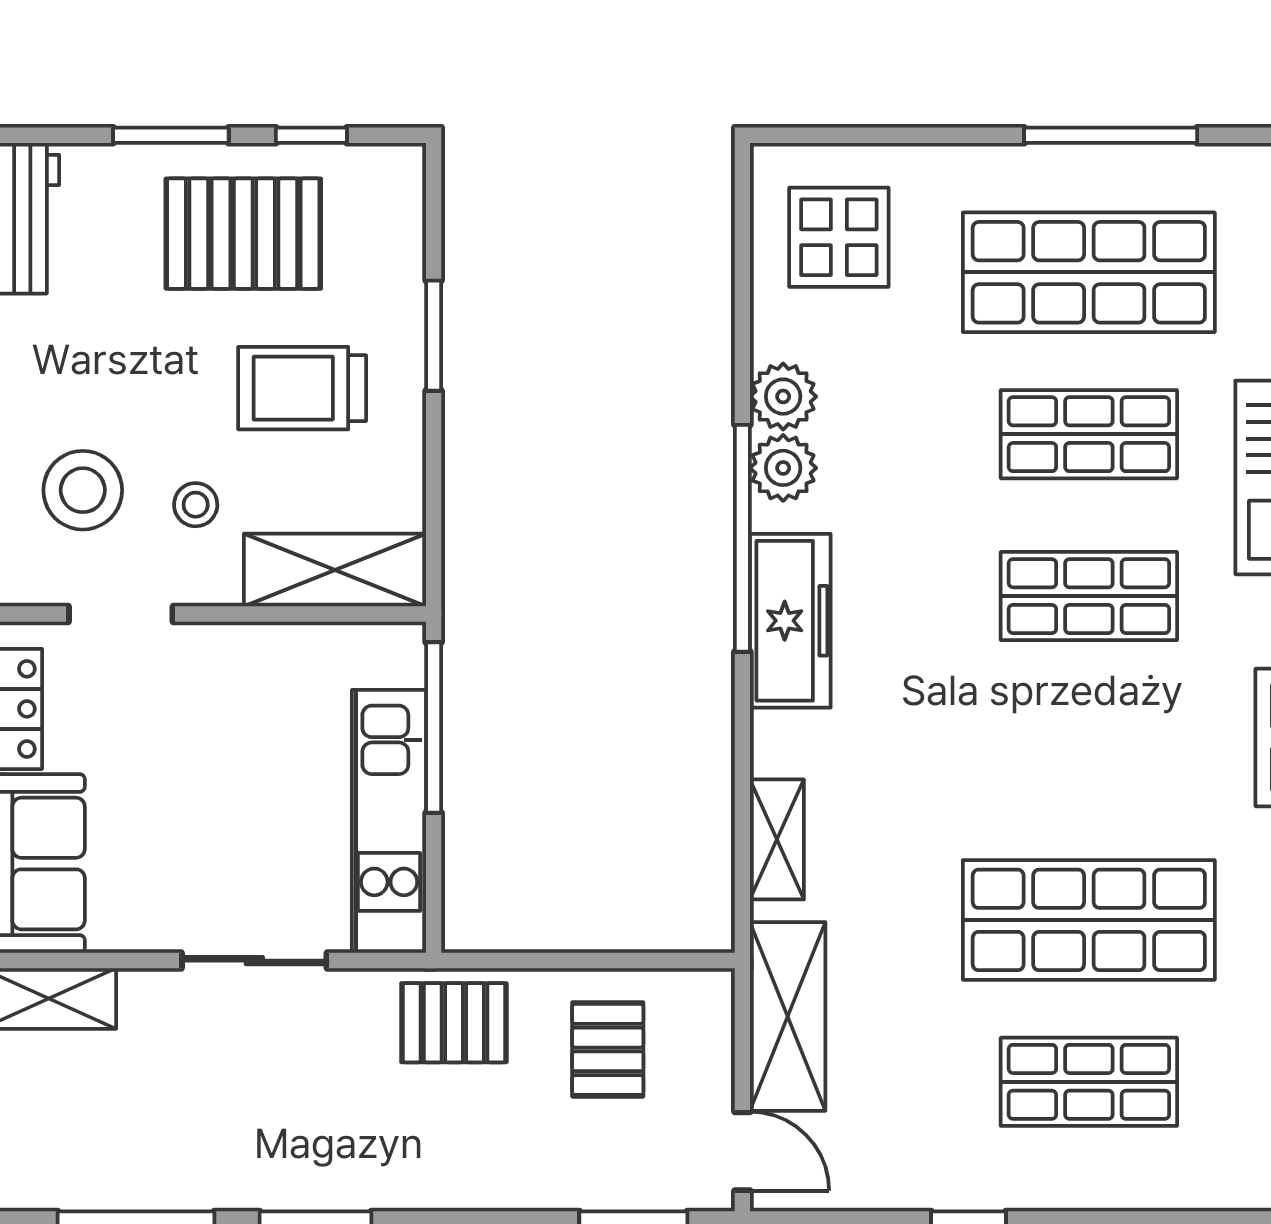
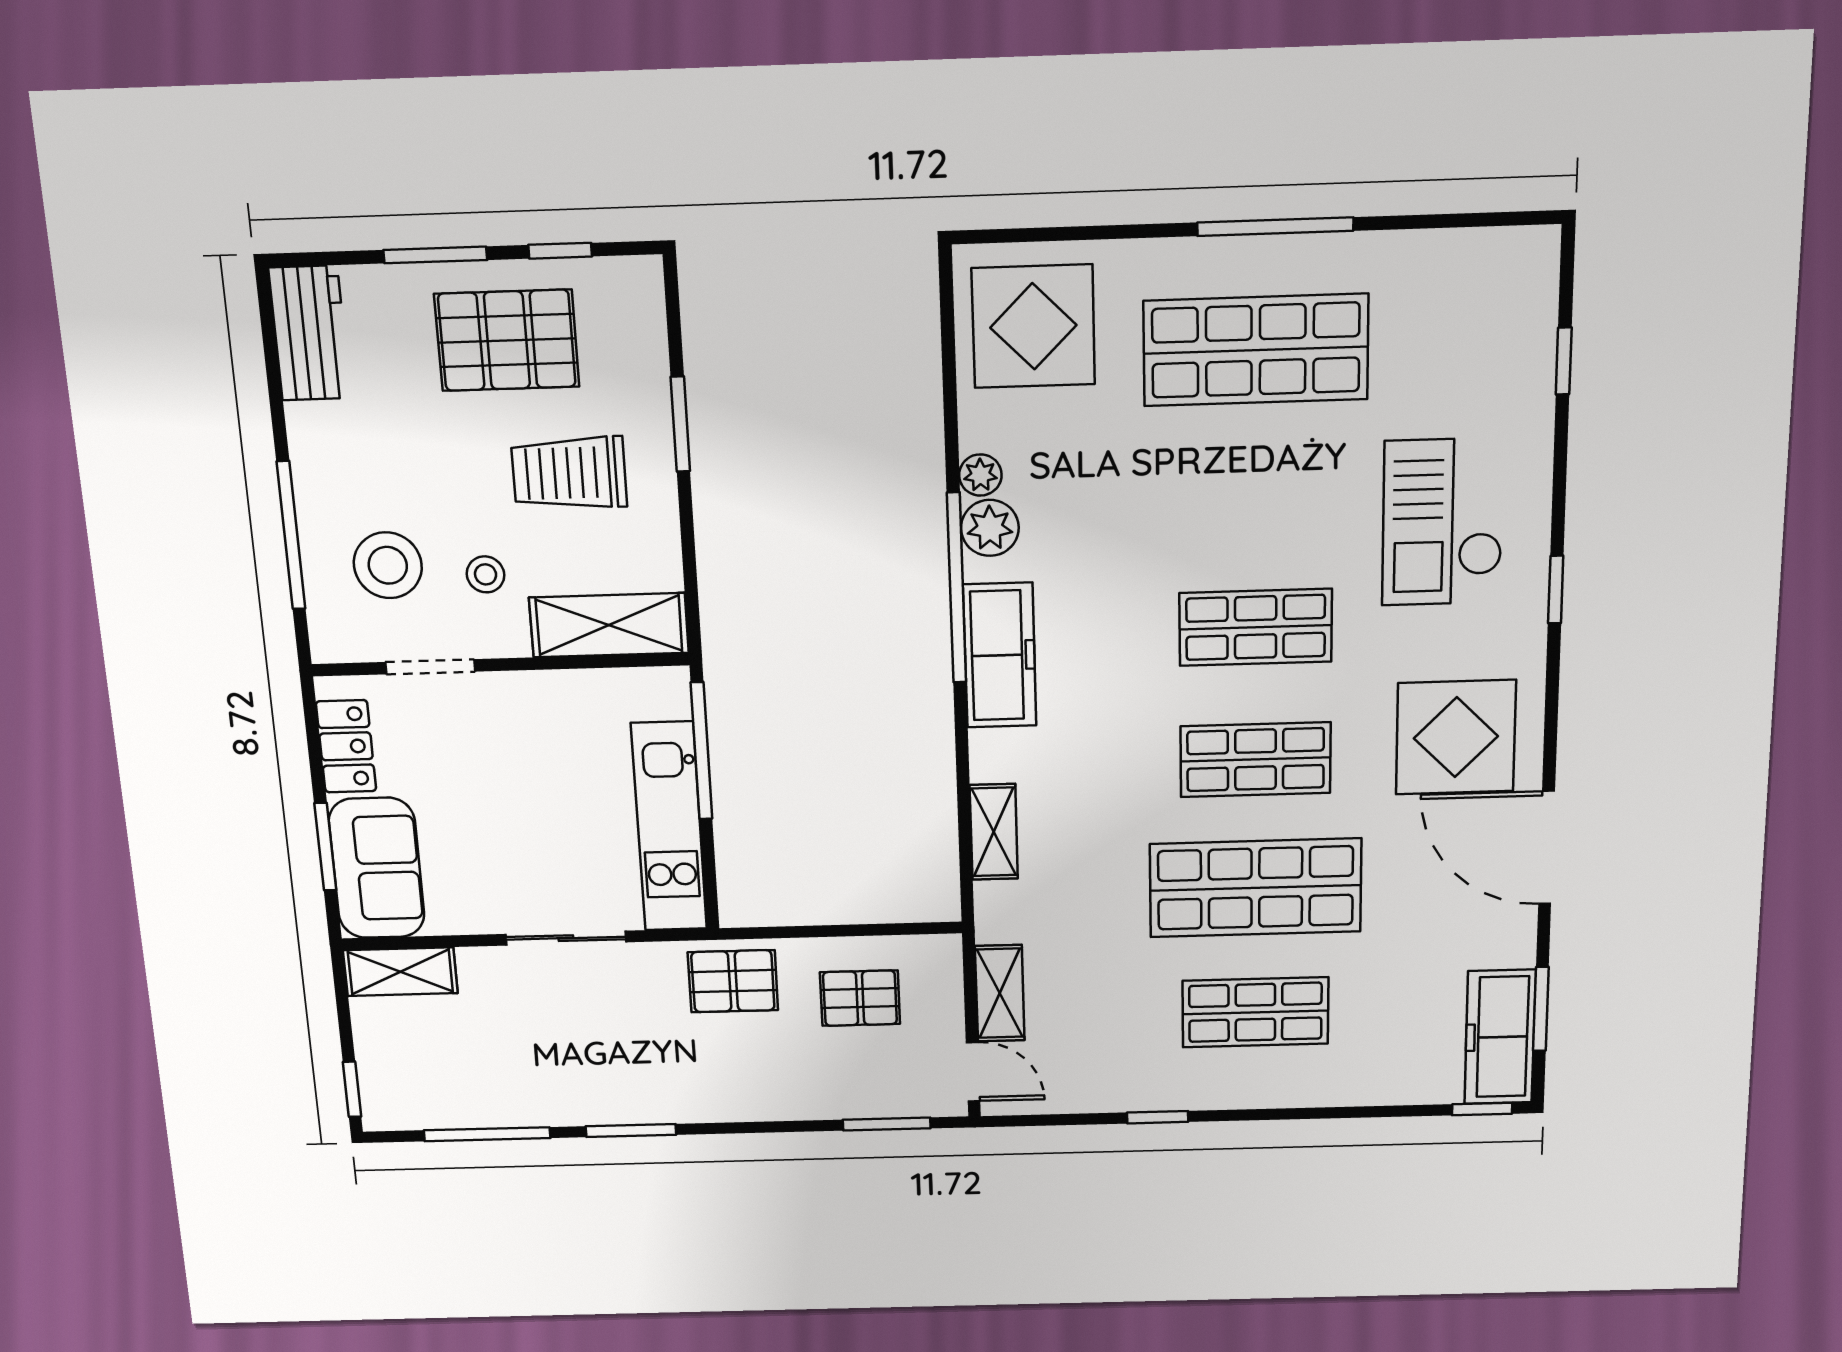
display table: (839, 237) -> (1033, 326), width x1.36, depth x1.36
plant: (783, 397) -> (980, 475), width x0.73, depth x0.73
shop shelf: (1089, 434) -> (1256, 760), moved
shelving: (788, 1016) -> (1000, 993), width x0.67, depth x0.75
pallet: (608, 1049) -> (860, 998), turned 90

